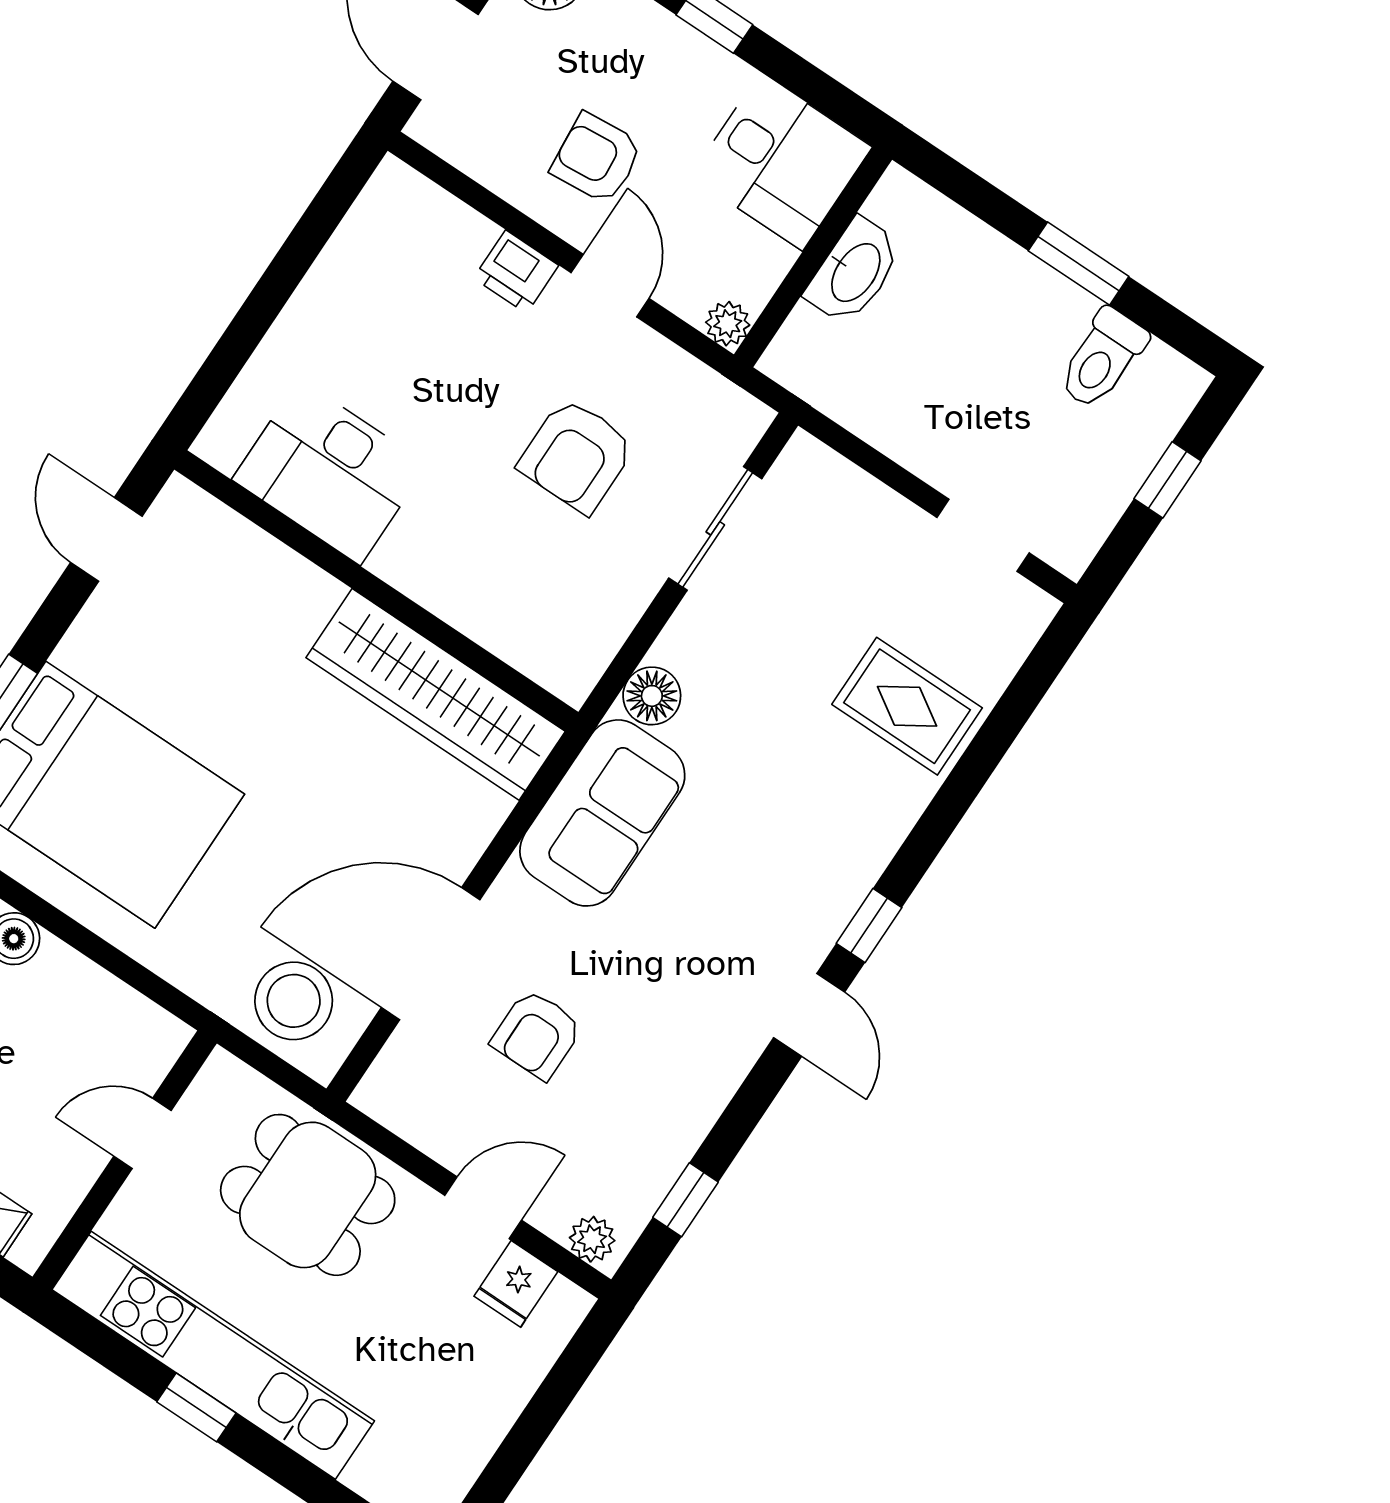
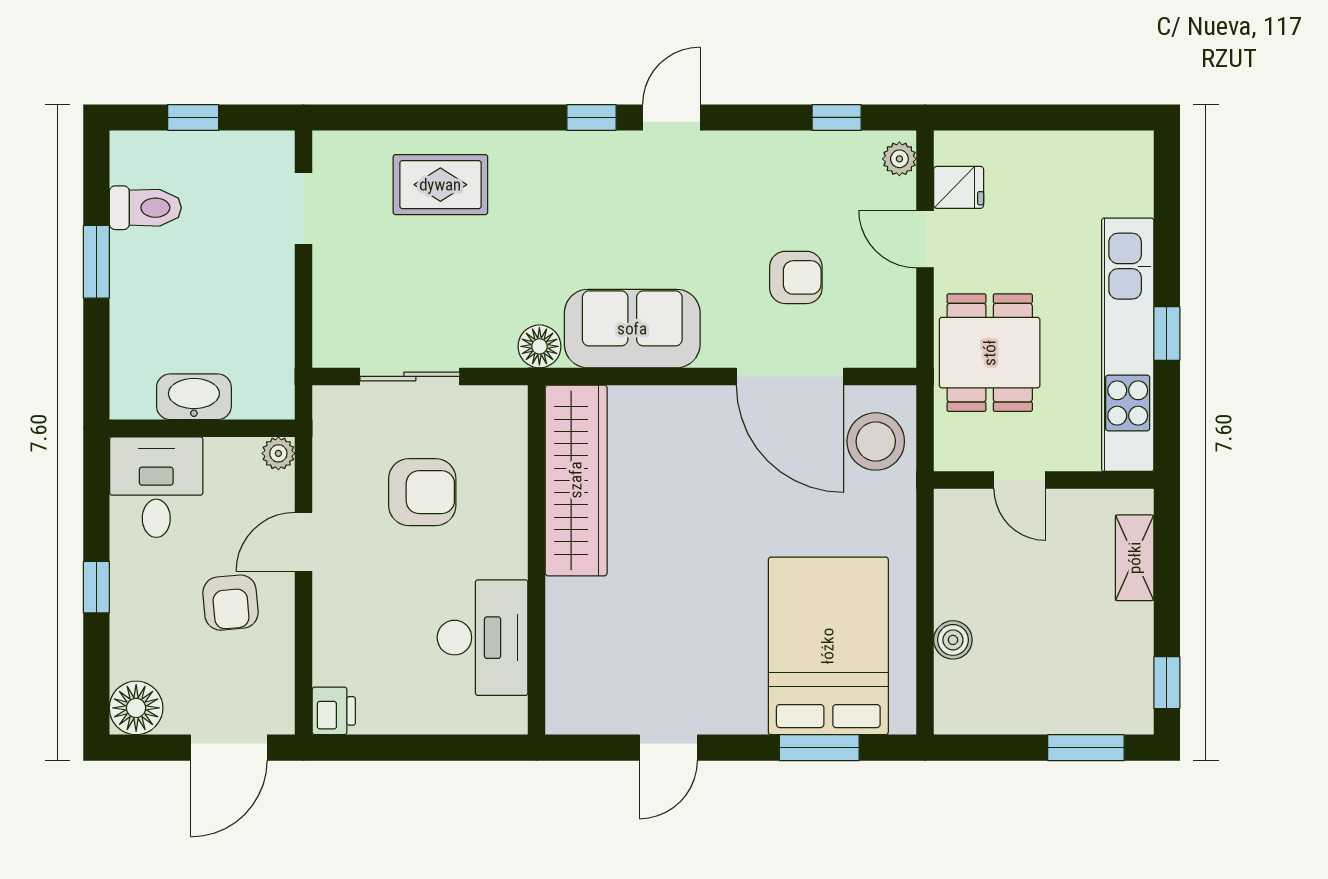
printer: (516, 272) -> (334, 711), moved
desk: (330, 472) -> (483, 638), moved
wall: (376, 591) -> (537, 560), moved
wardrobe: (436, 694) -> (576, 480), moved
rug: (907, 706) -> (440, 185), turned 90

